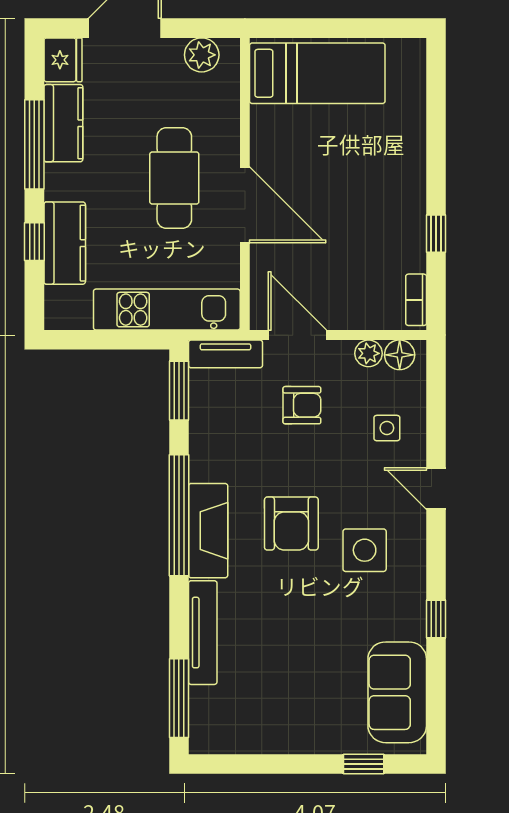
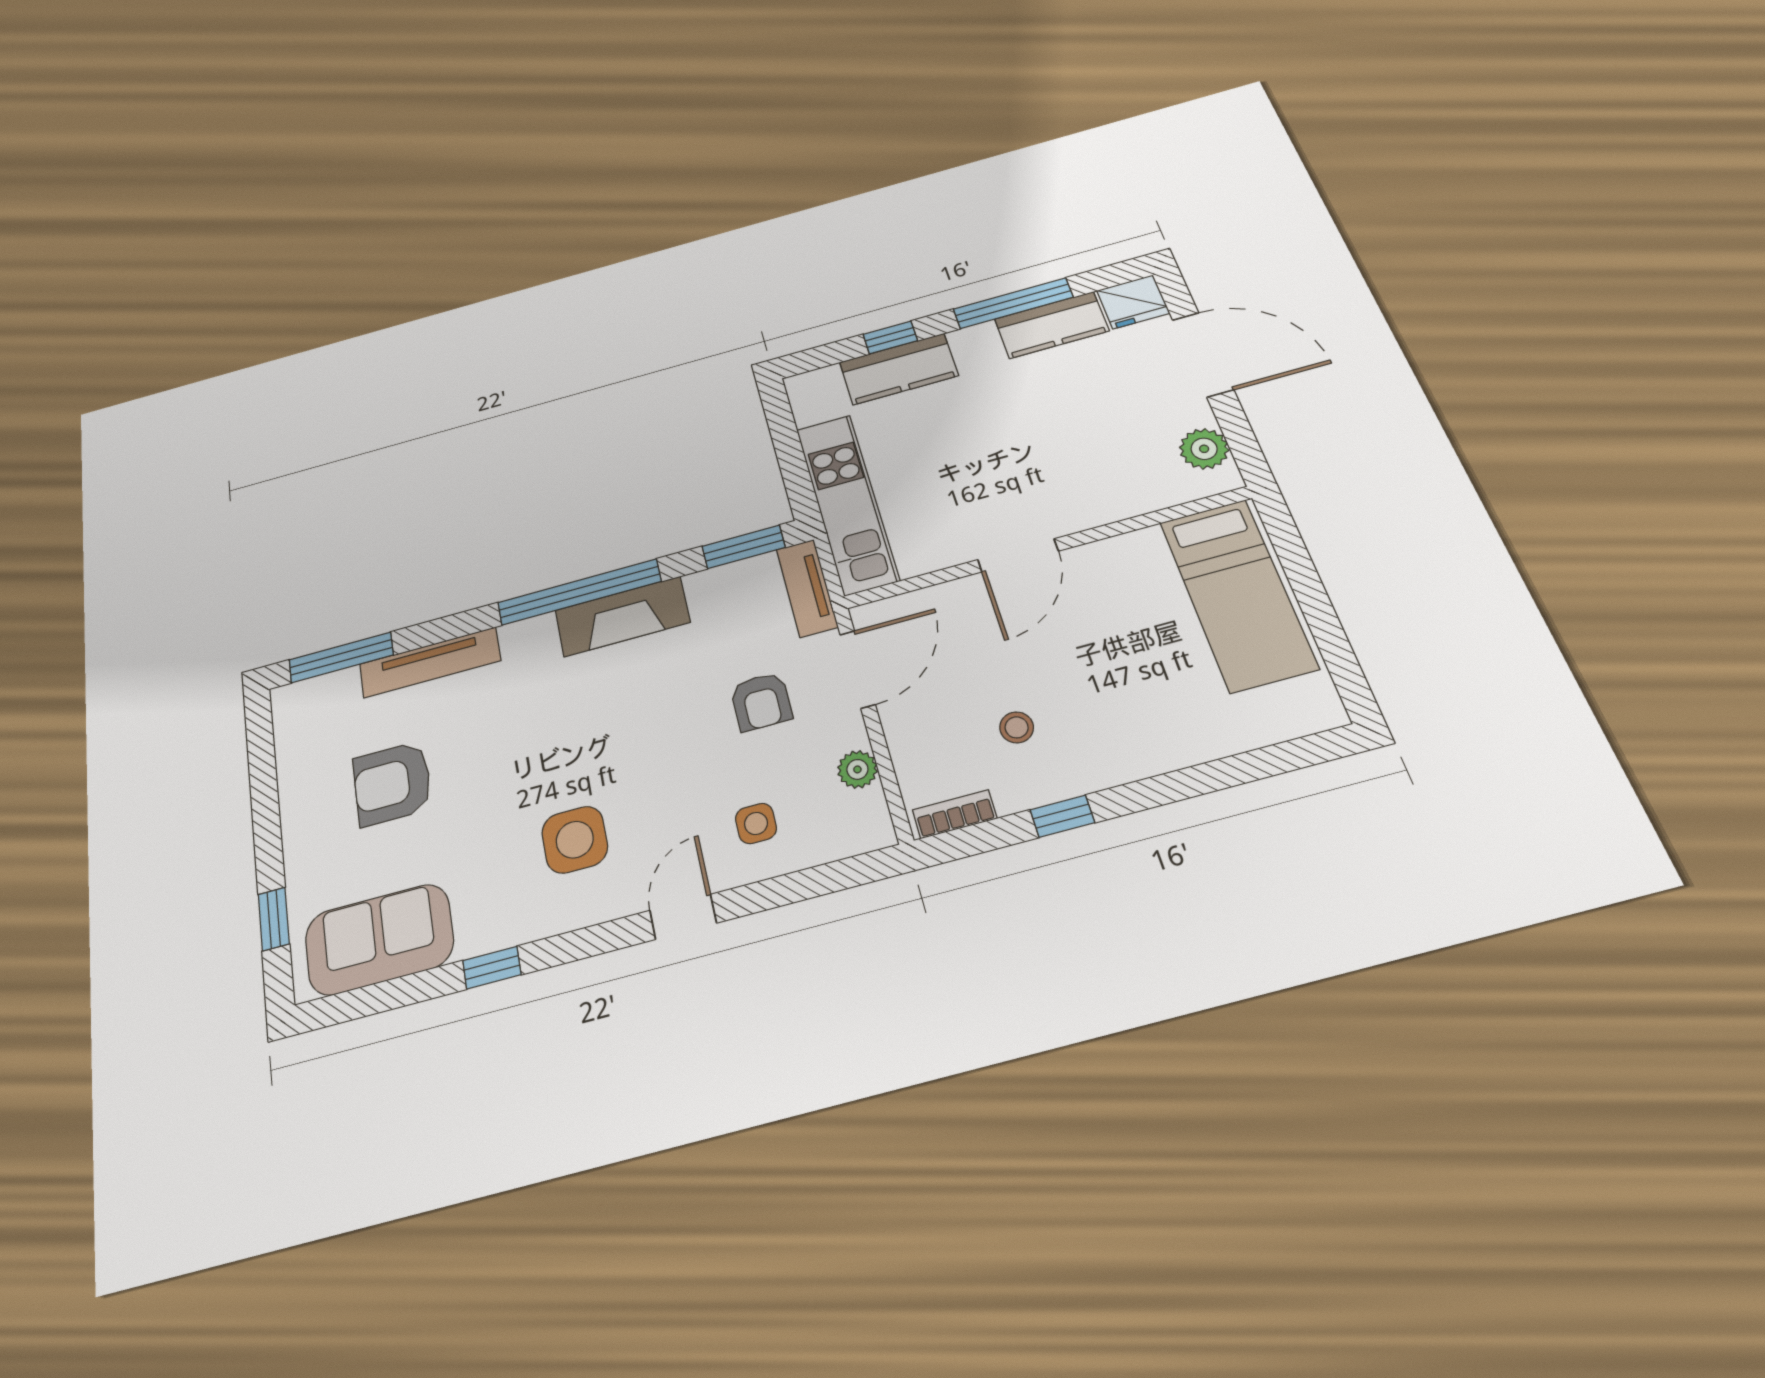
cafe table: (174, 178) -> (1025, 464), removed
door: (245, 205) -> (1018, 555), width x0.73
stool: (369, 244) -> (1017, 727), added
floor lamp: (400, 355) -> (867, 813), removed
armchair: (291, 524) -> (392, 783), moved
fireplace: (208, 531) -> (622, 616), moved

